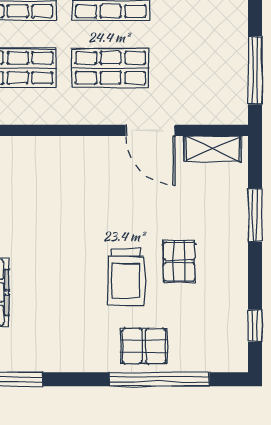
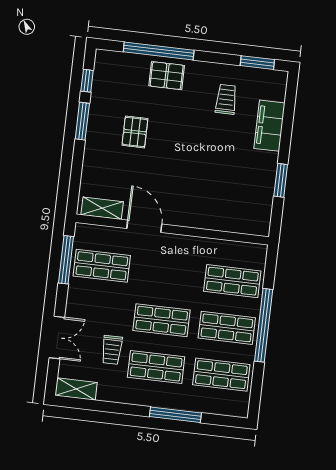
shop shelf: (111, 68) -> (102, 266), moved
window: (255, 215) -> (82, 121), moved
trolley: (126, 277) -> (226, 99), moved, width x0.73, depth x0.72

